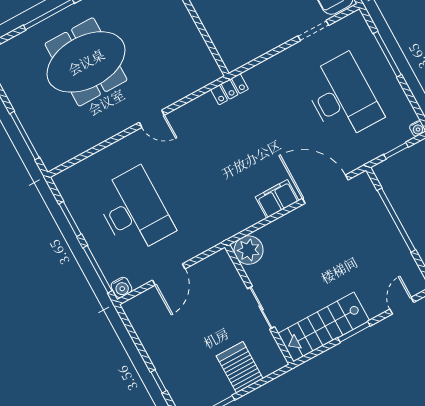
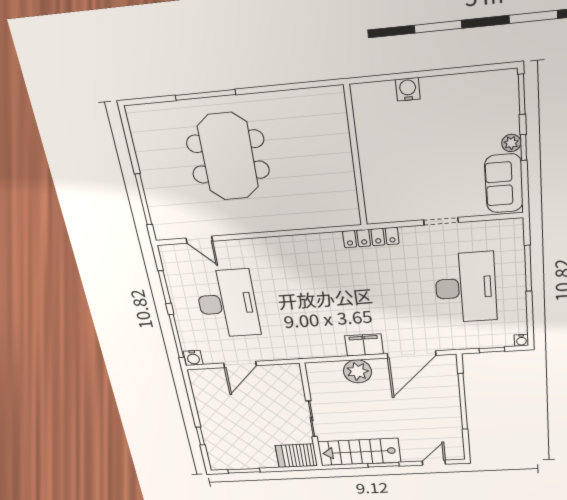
doorway: (313, 31) -> (441, 221), moved
meeting table: (86, 62) -> (228, 157), turned 90
locker: (230, 89) -> (371, 238), width x1.53
door: (152, 119) -> (199, 240), moved
door: (325, 189) -> (412, 354), swing flipped
plant: (249, 250) -> (358, 371), moved
server rack: (240, 367) -> (296, 456), moved, turned -90

